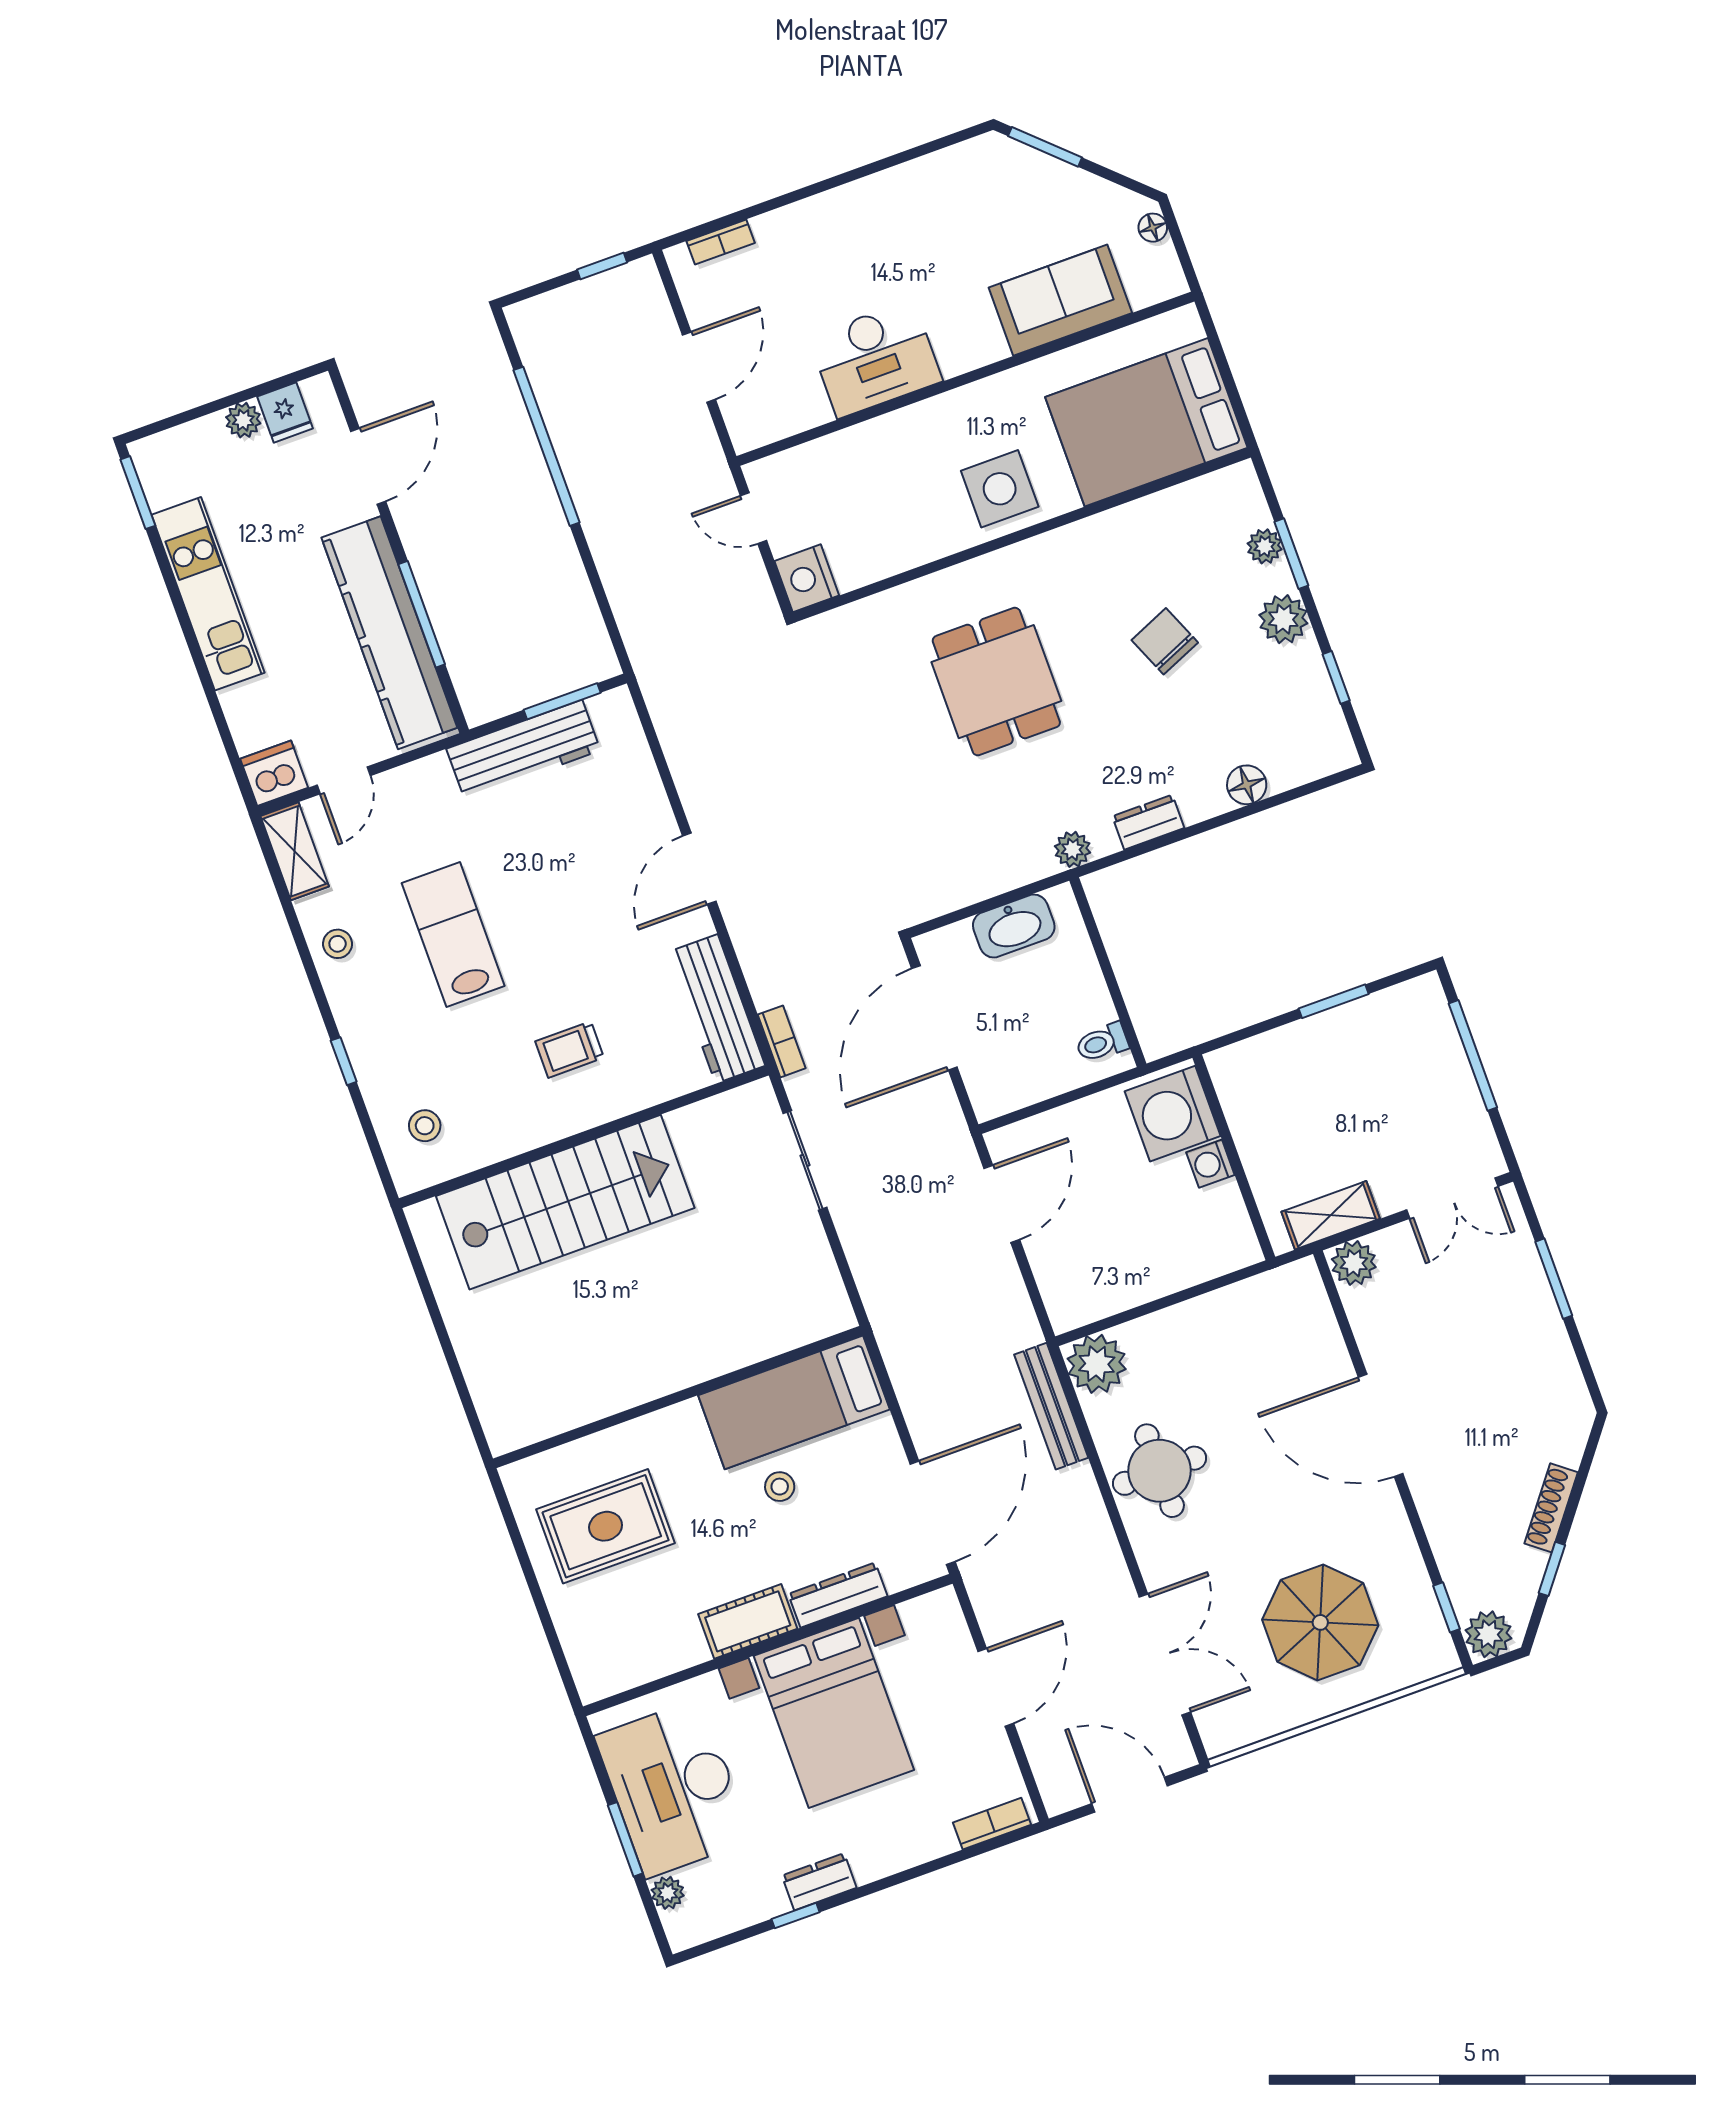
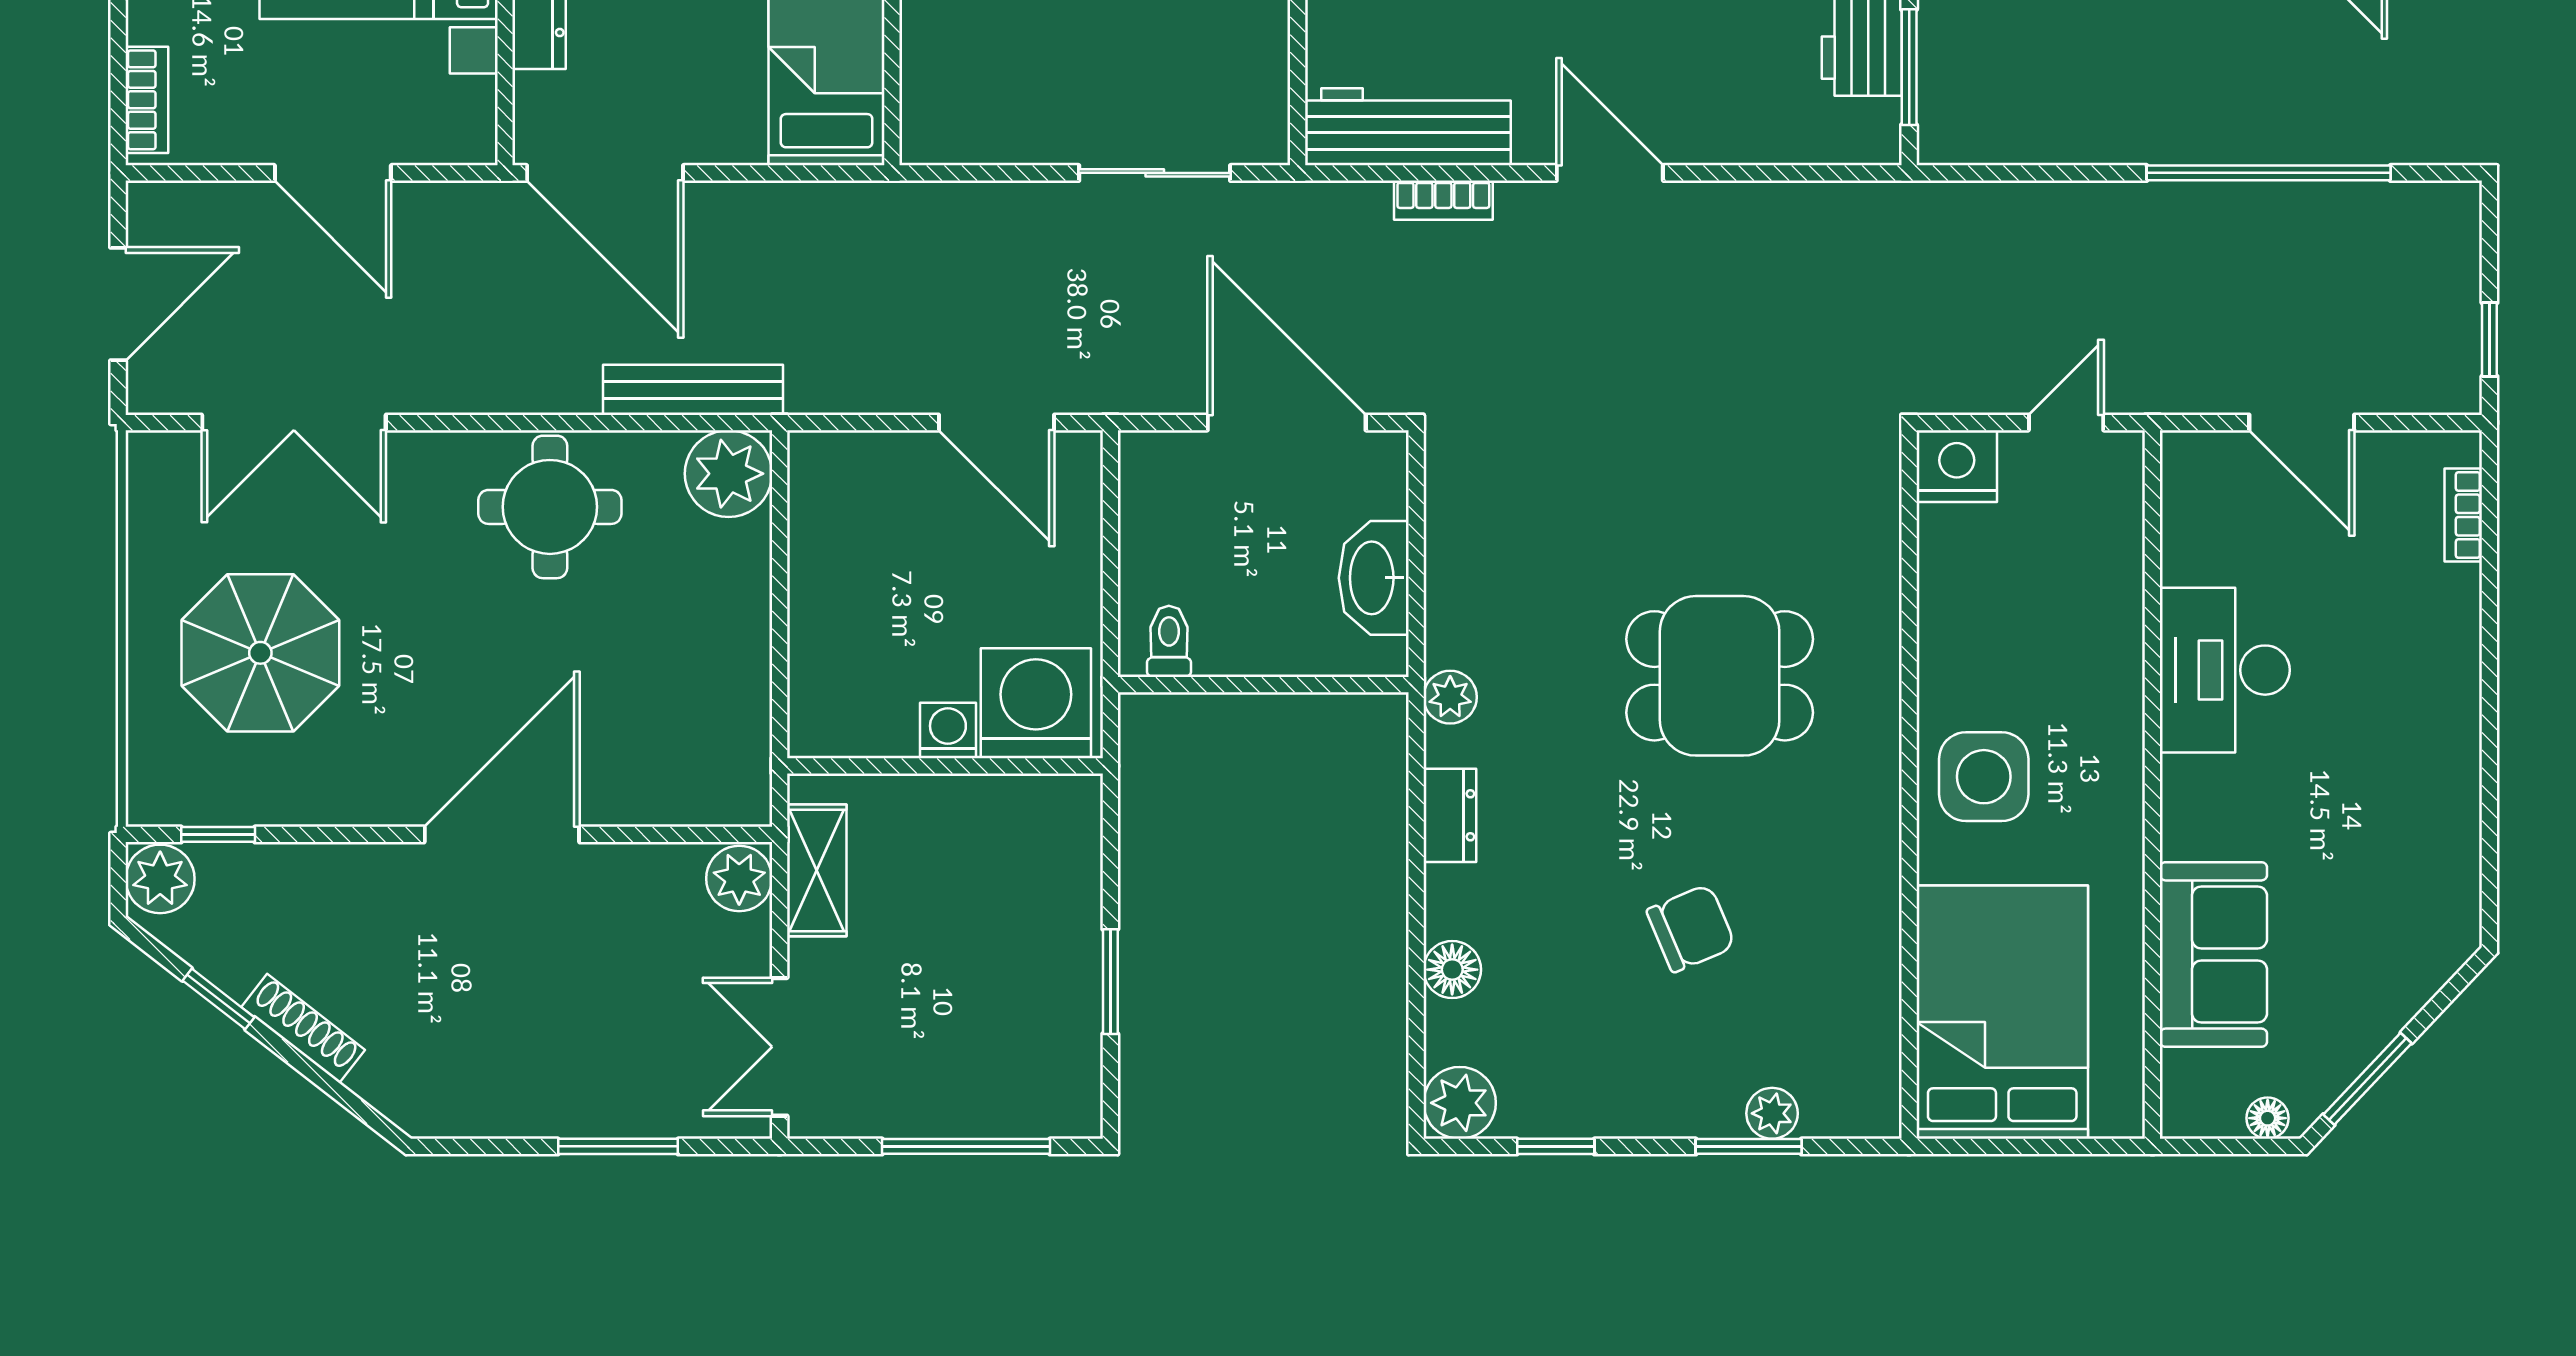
window: (1045, 147) -> (2367, 1079), moved
plant: (1283, 619) -> (1460, 1103), moved
bookcase: (782, 1041) -> (1443, 200), moved

